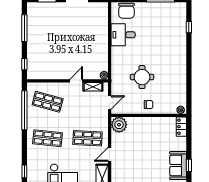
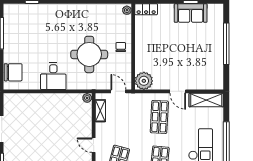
desk: (123, 35) -> (53, 76), moved
round table: (142, 77) -> (89, 54), width x1.36, depth x1.36
door: (76, 81) -> (94, 145), moved

